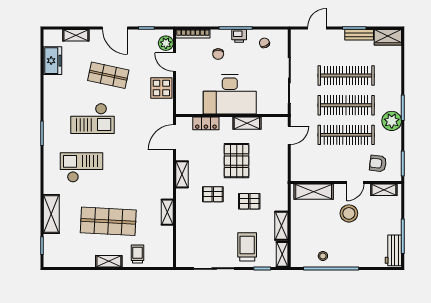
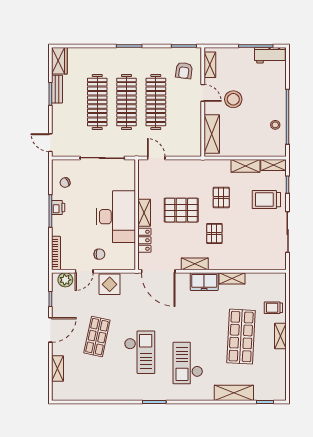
door: (317, 28) -> (50, 143), moved
chair: (218, 54) -> (99, 254), moved
freezer: (52, 61) -> (204, 282), moved, turned 180
plant: (392, 121) -> (142, 57), removed
shelving: (247, 123) -> (144, 213), moved
door: (175, 137) -> (158, 271), width x1.36

